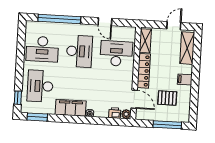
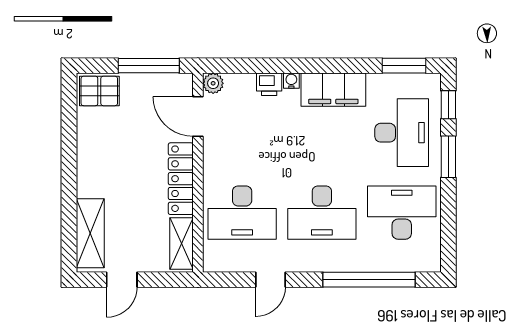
door: (105, 22) -> (271, 280), swing flipped
desk: (79, 51) -> (322, 213), turned -90
window: (19, 74) -> (448, 157), added
filing cabinet: (185, 79) -> (91, 165), removed
pallet: (167, 98) -> (99, 91), moved
printer: (115, 113) -> (269, 84), moved
window: (167, 125) -> (149, 66), moved

